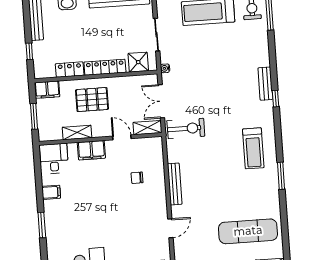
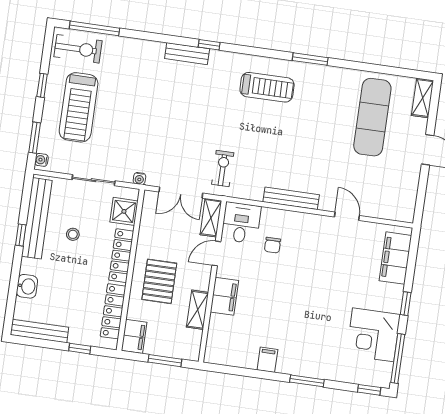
stool: (113, 28) -> (73, 234), added
locker: (70, 70) -> (113, 311), width x1.53
exercise bike: (186, 128) -> (223, 168), width x0.73, depth x0.72
desk: (54, 159) -> (241, 223), moved, turned 90

